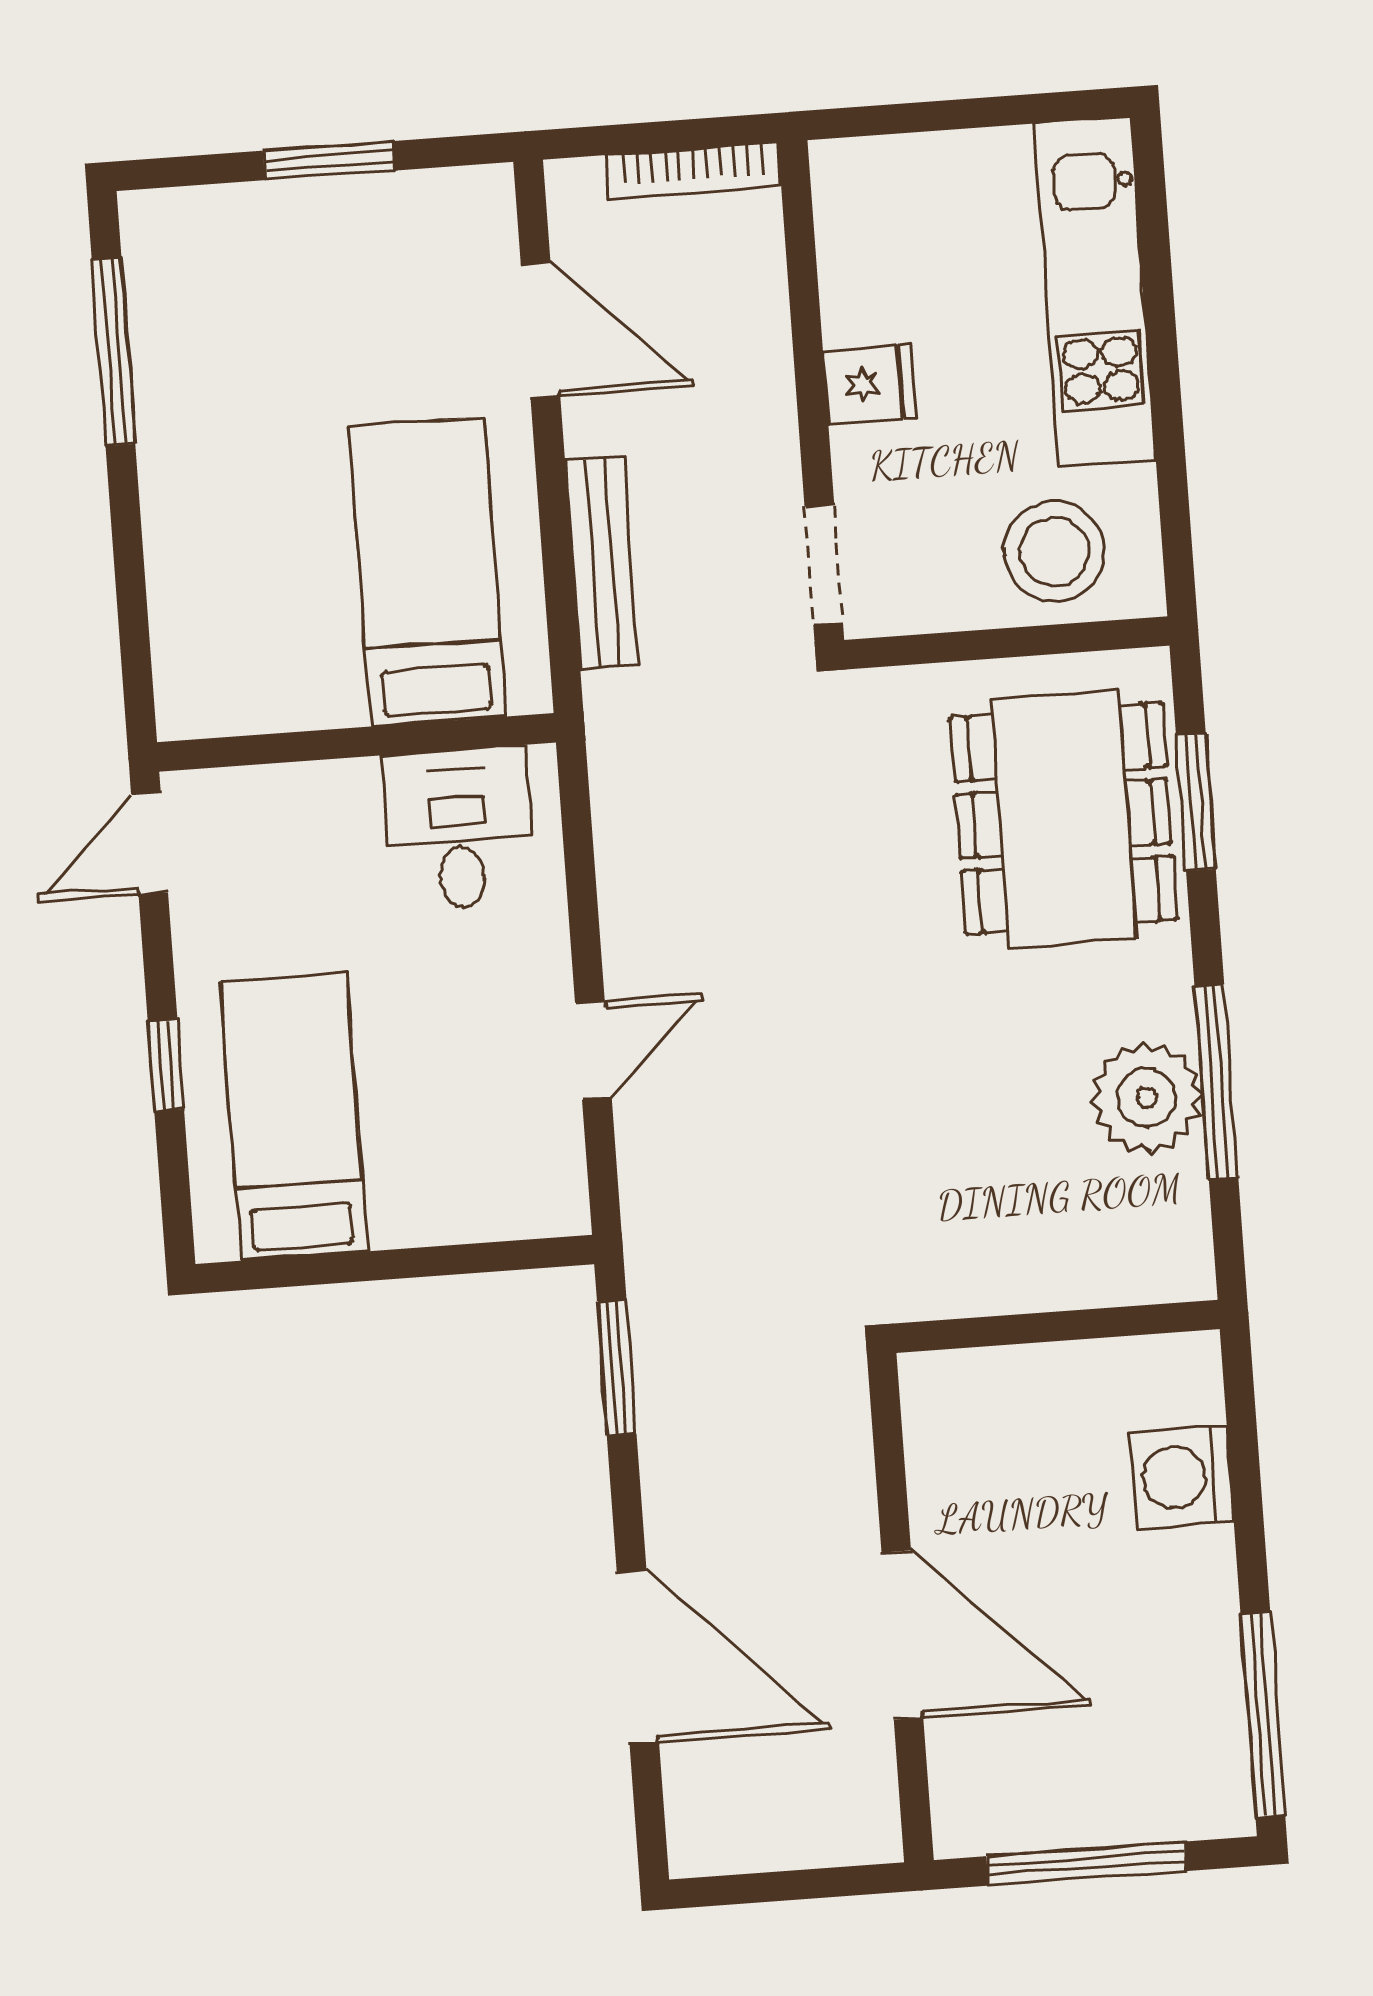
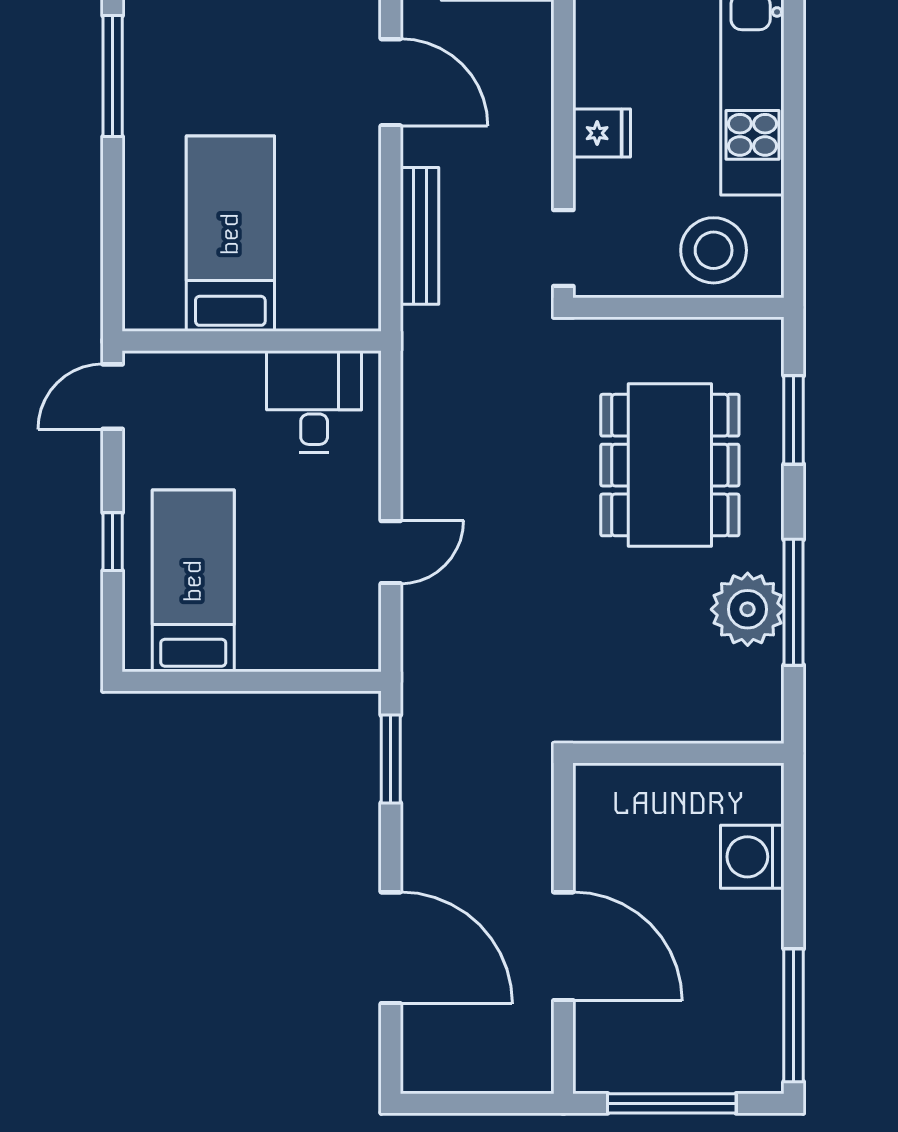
bed: (428, 572) -> (230, 234), moved
dining table: (1064, 819) -> (670, 465), moved

